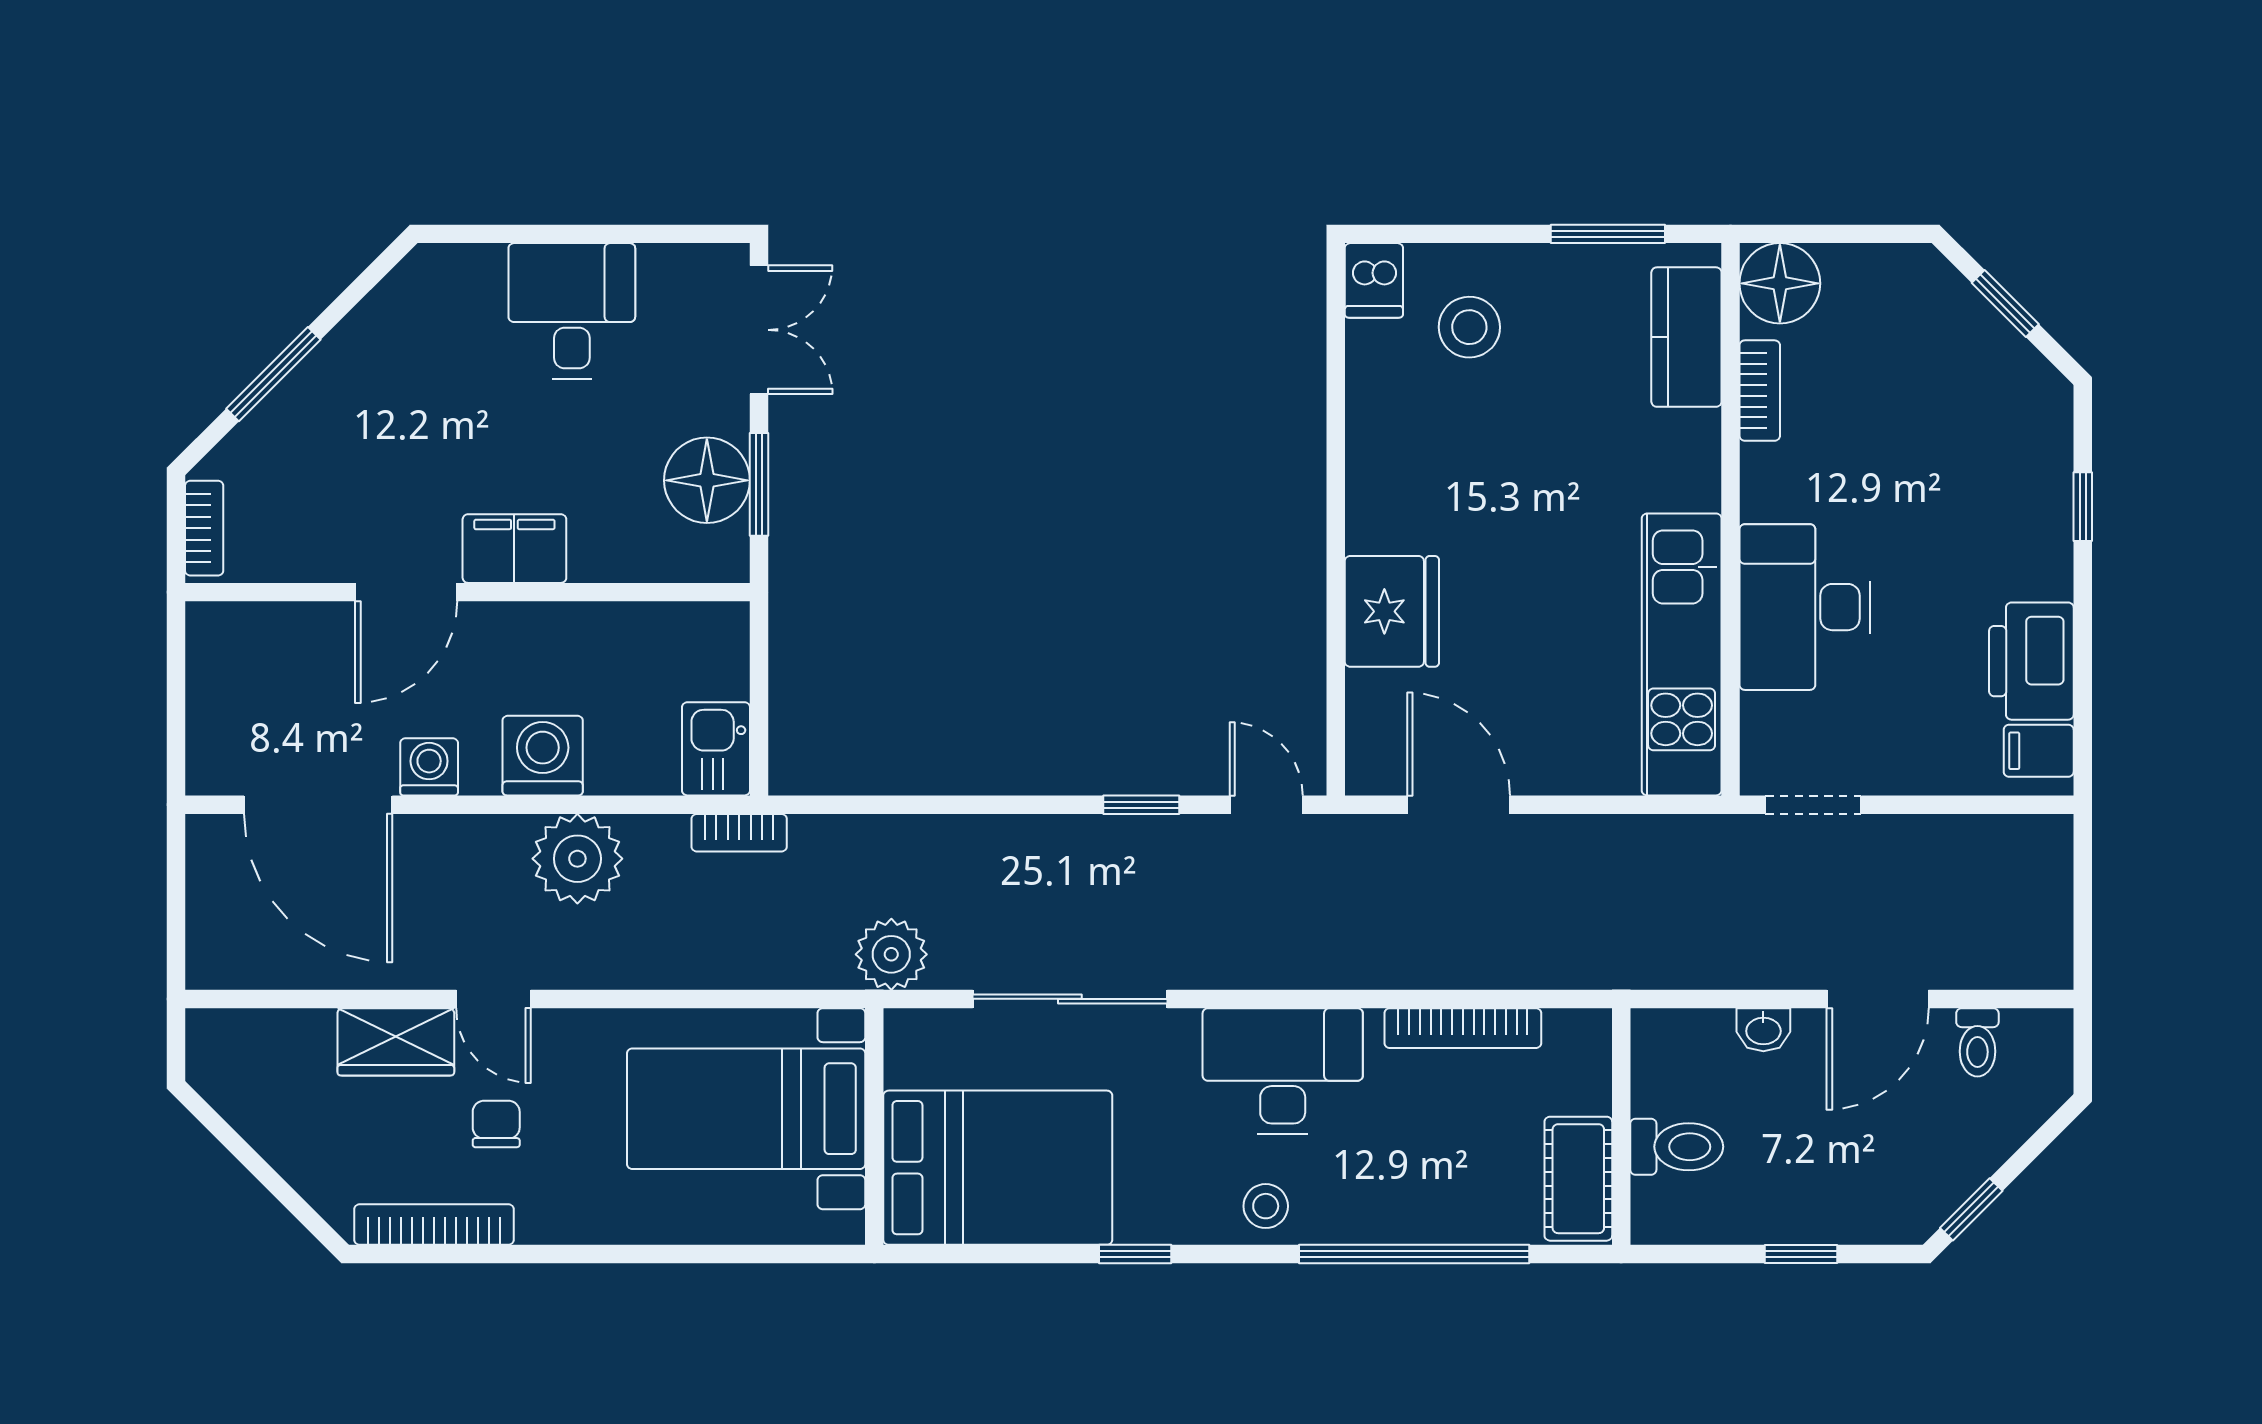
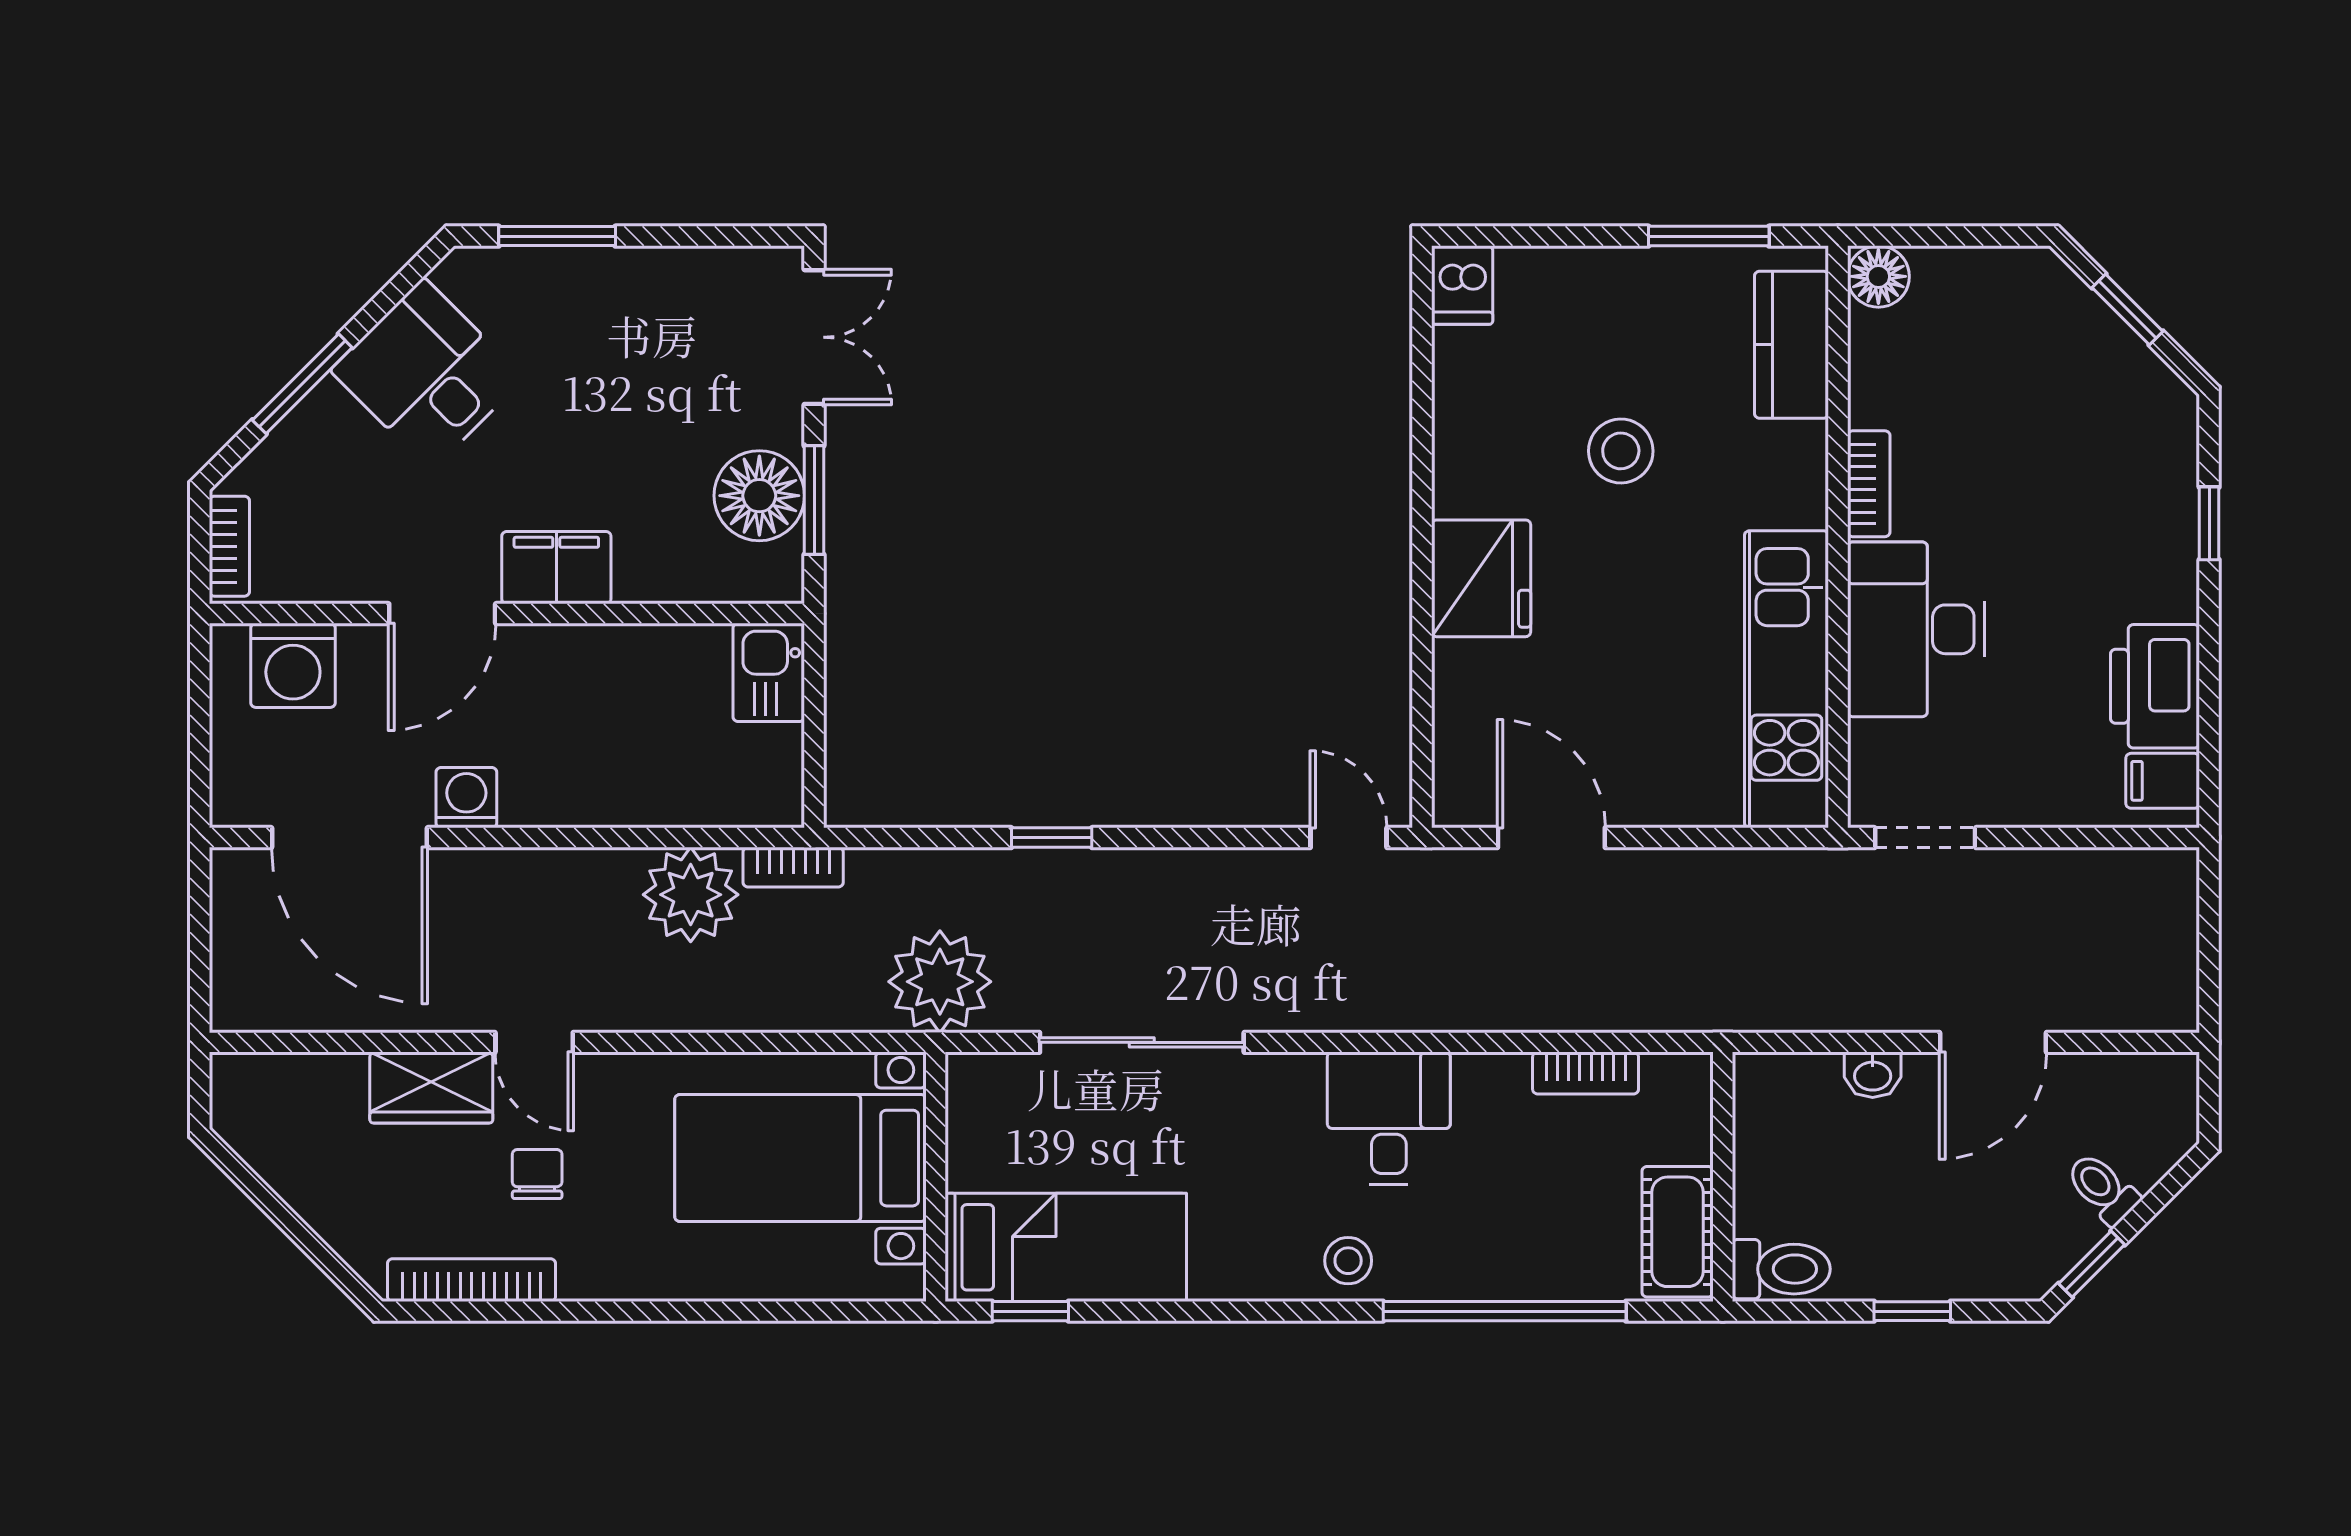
window: (515, 234) -> (557, 236), added
floor lamp: (1780, 283) -> (1878, 276), width x0.73, depth x0.73
desk: (572, 311) -> (427, 374), moved, turned -45
stool: (1469, 327) -> (1621, 451), moved
bookcase: (1760, 391) -> (1869, 484), moved
fridge: (1392, 611) -> (1481, 578), moved
kitchen sink: (716, 749) -> (769, 672), moved
washing machine: (543, 756) -> (293, 665), moved, turned 180
window: (1141, 805) -> (1052, 838), moved
plant: (577, 859) -> (691, 895), moved
plant: (891, 954) -> (940, 982), width x1.36, depth x1.36
bookcase: (1463, 1028) -> (1586, 1073), width x0.64
toilet: (1977, 1042) -> (2103, 1189), moved, turned 135
desk: (1283, 1071) -> (1389, 1118), width x0.73
toilet: (1677, 1147) -> (1781, 1269), moved
bed: (998, 1168) -> (1066, 1247), width x0.67
window: (1135, 1254) -> (1030, 1311), moved

